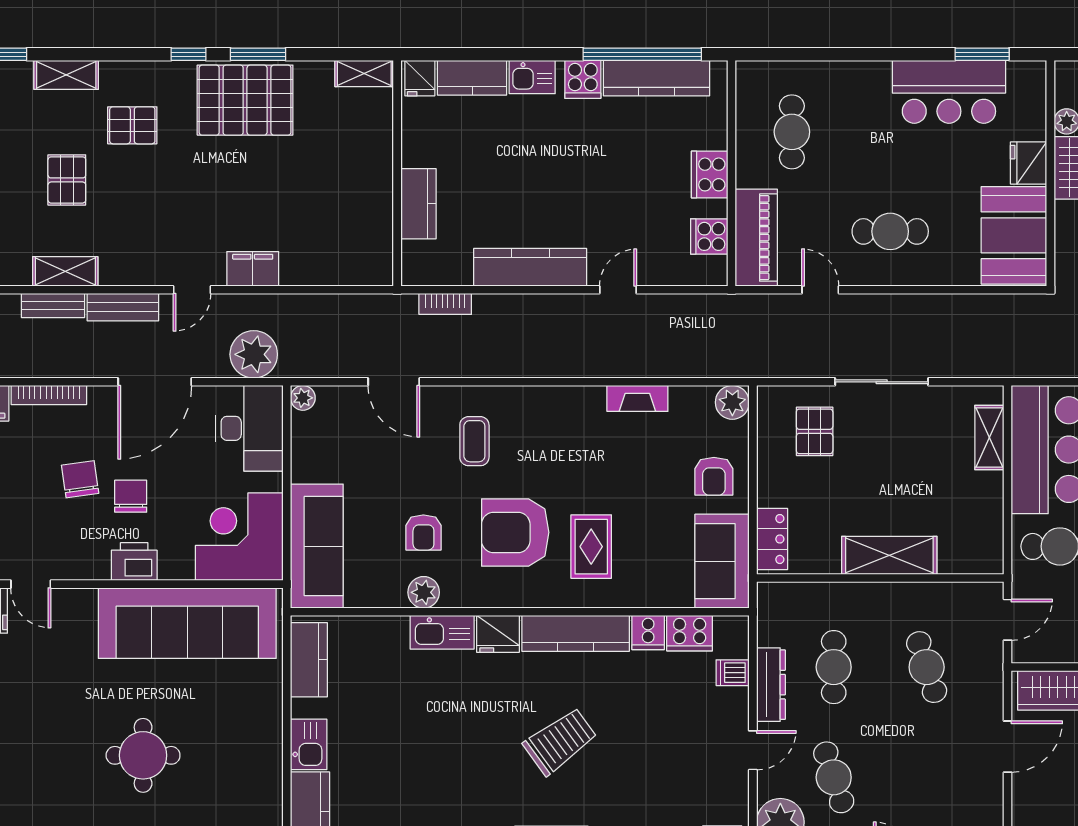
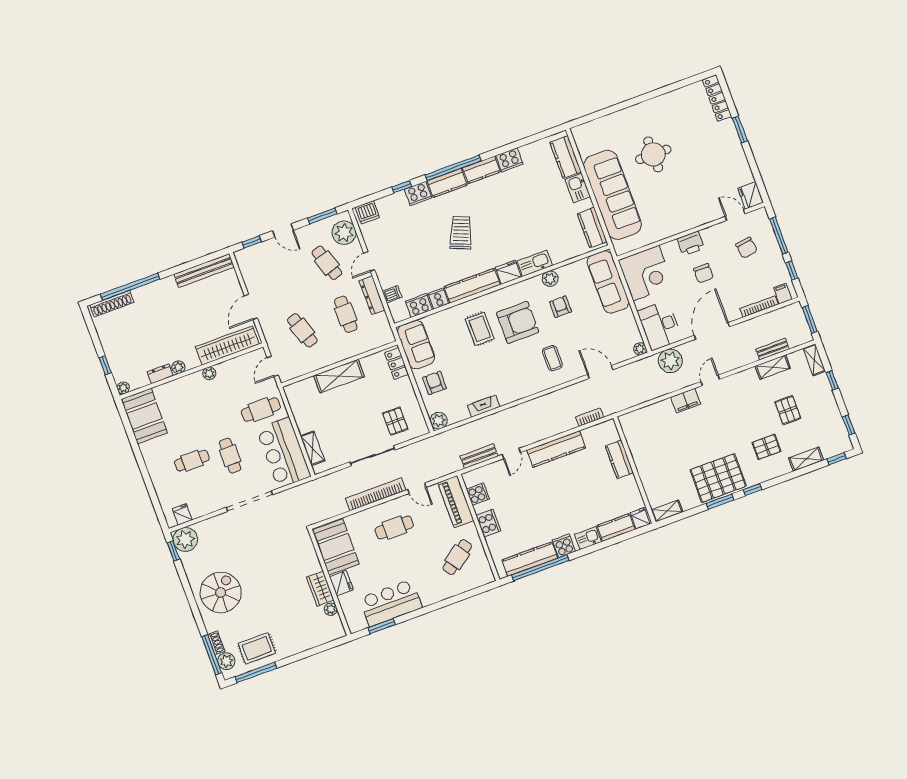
cafe table: (792, 132) -> (457, 557), turned 54
bench: (123, 307) -> (479, 456), moved
bookcase: (902, 307) -> (376, 494), added
chair: (80, 479) -> (746, 248), moved
sofa: (187, 623) -> (613, 195), moved, turned 90
trolley: (560, 741) -> (461, 233), turned 148

